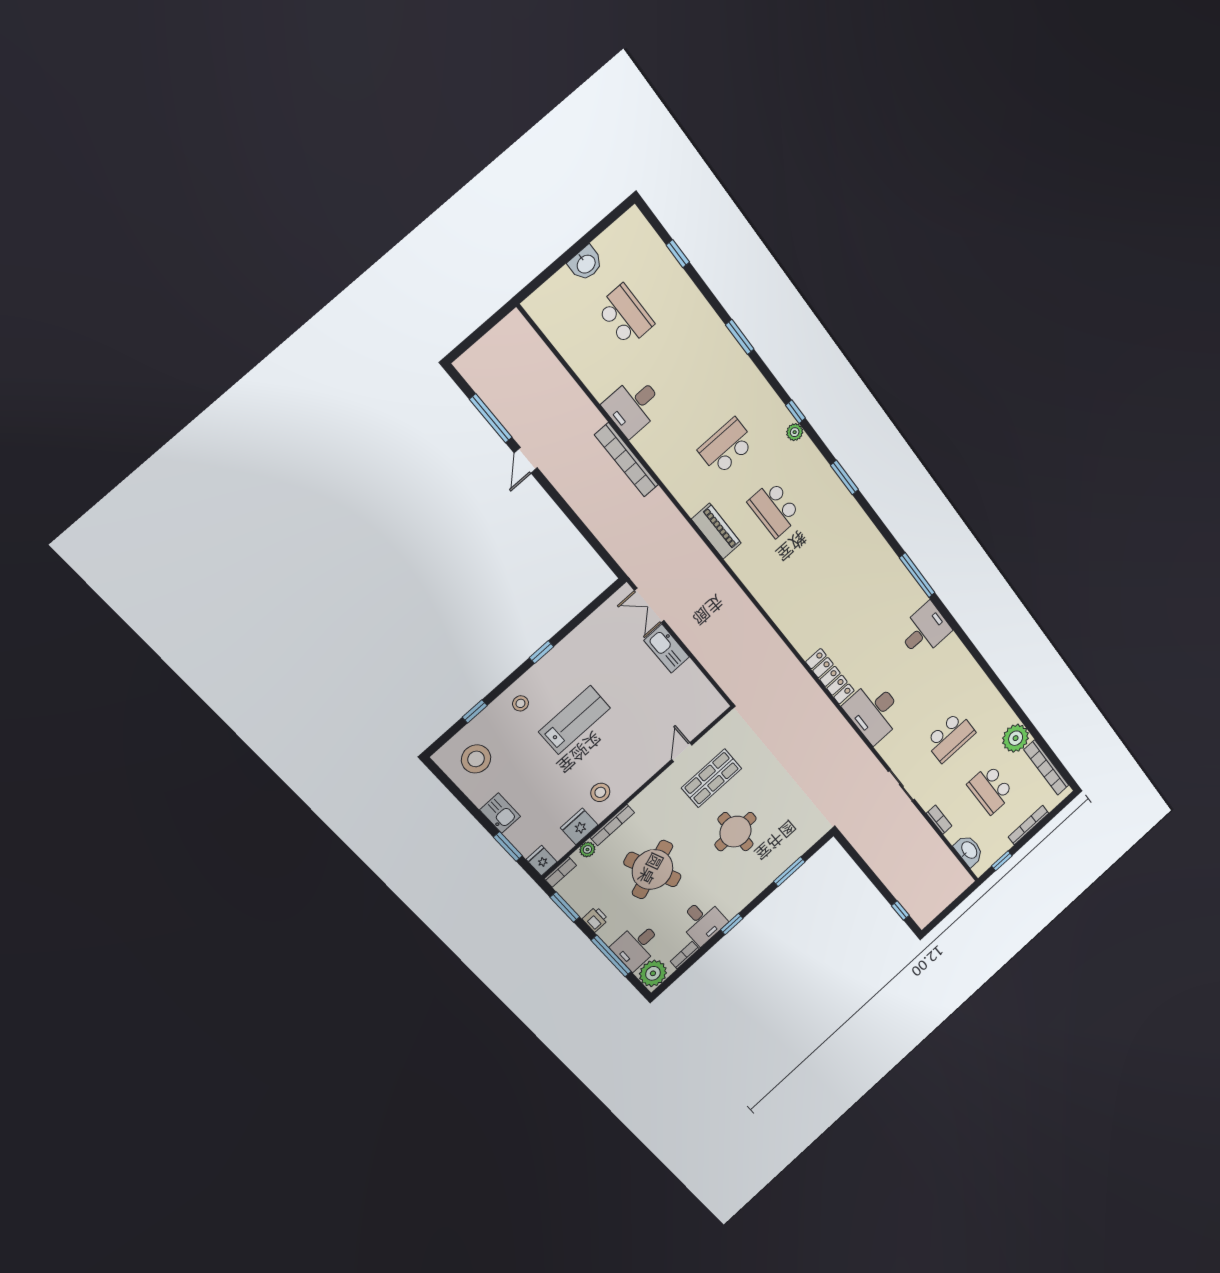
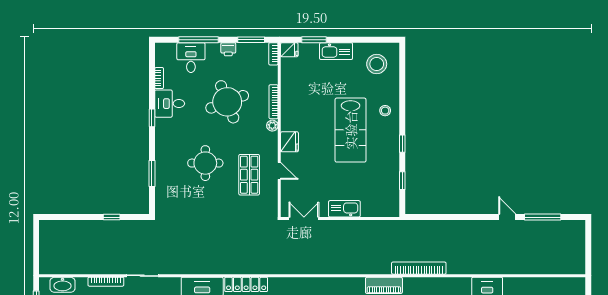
bookcase: (627, 460) -> (419, 268), moved
double door: (649, 605) -> (304, 218), moved
window: (475, 711) -> (402, 181), moved
lab bench: (574, 720) -> (351, 130), width x1.36, depth x1.39
stool: (600, 792) -> (298, 111), removed
kitchen sink: (500, 813) -> (336, 51), width x1.38
bookcase: (939, 820) -> (106, 282), width x1.56
fridge: (579, 826) -> (289, 142), moved
plant: (587, 849) -> (272, 126), moved
window: (900, 911) -> (112, 217), moved
plant: (653, 973) -> (166, 53), removed

